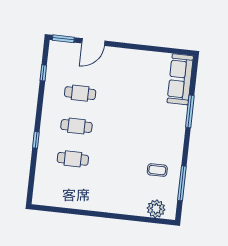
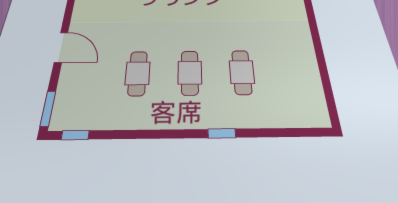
door: (93, 42) -> (61, 47), moved
window: (43, 73) -> (75, 135), moved

